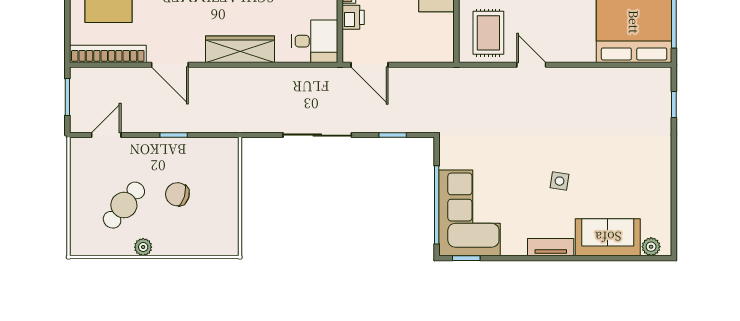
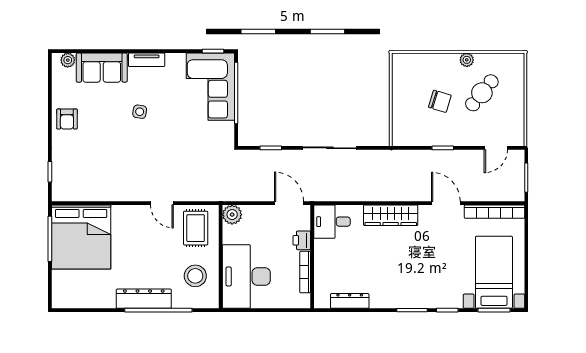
plant: (442, 50) -> (232, 215), added
armchair: (652, 172) -> (67, 119), added

